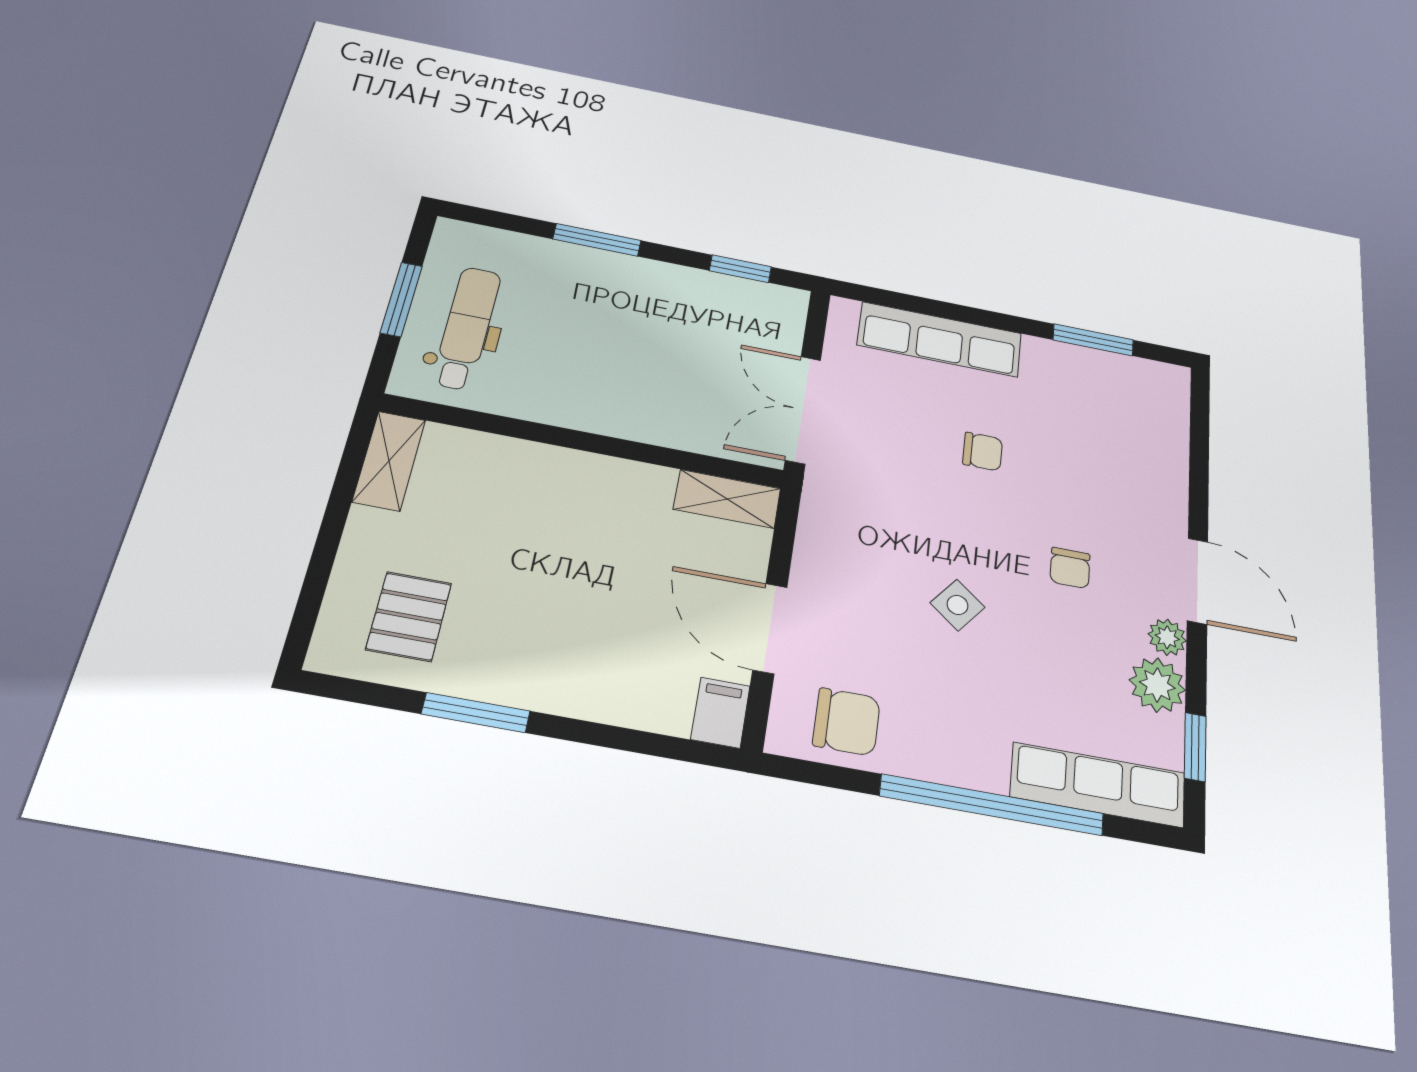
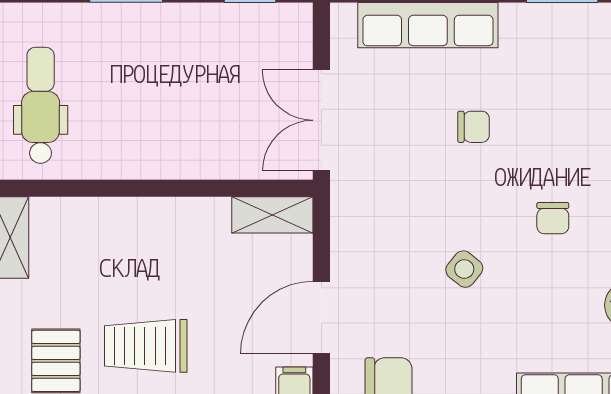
trolley: (534, 620) -> (146, 346), added
door: (770, 628) -> (321, 318), hinge flipped

